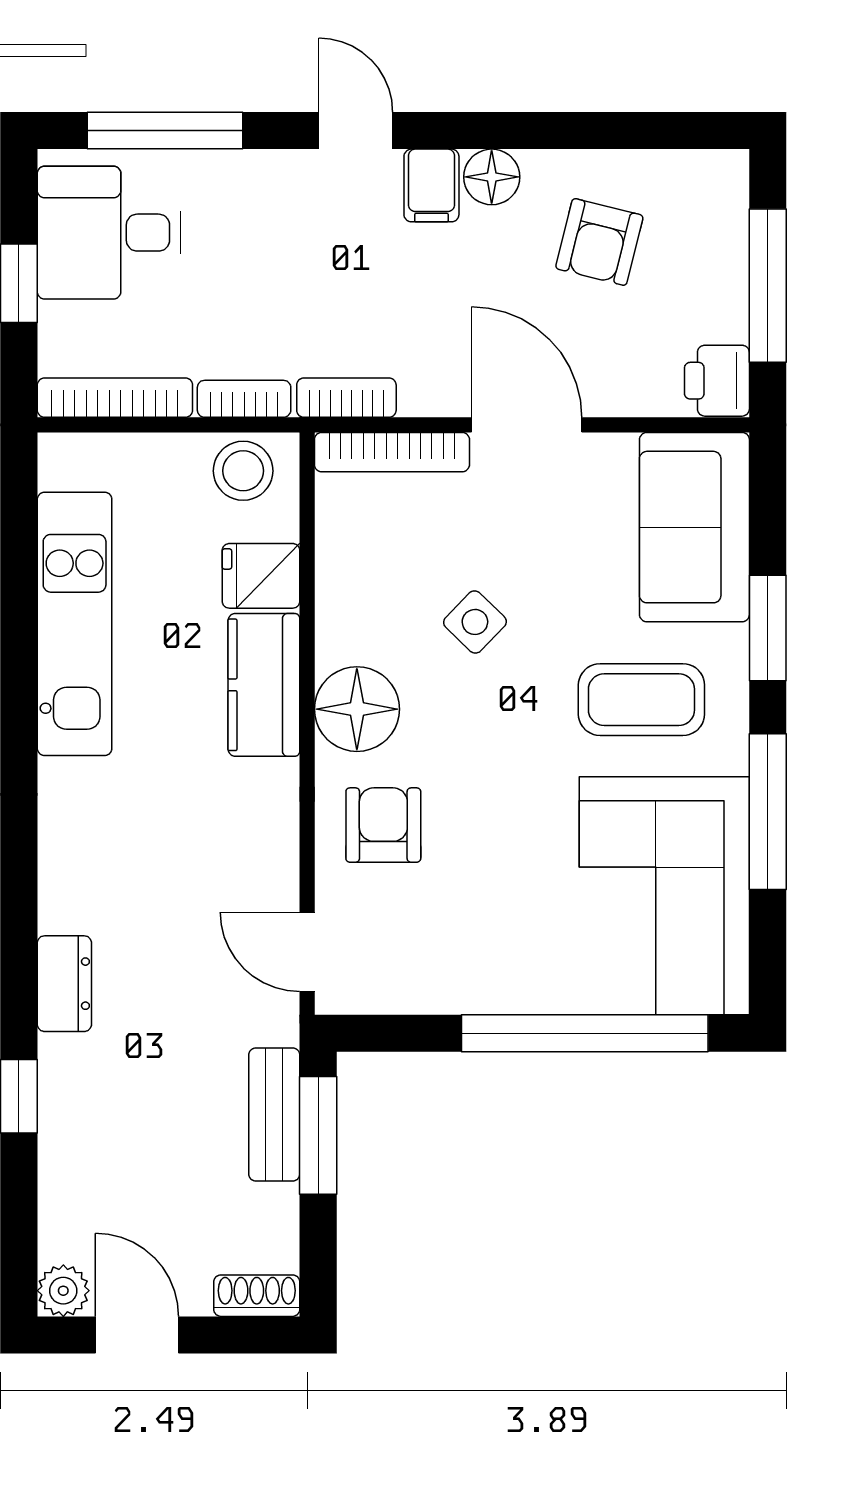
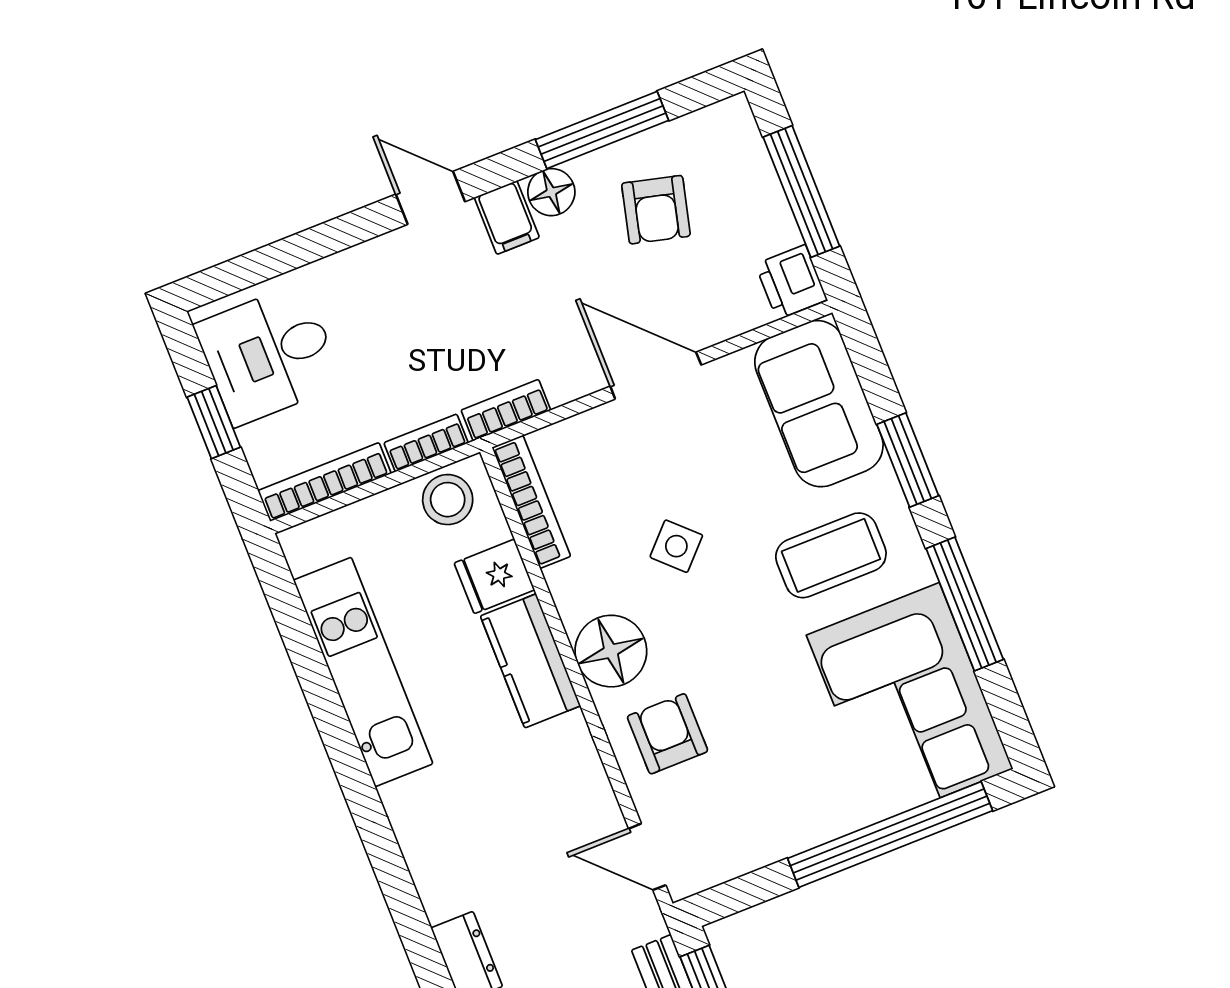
window: (165, 131) -> (602, 130), moved
bookcase: (392, 452) -> (531, 502), moved, turned -90

